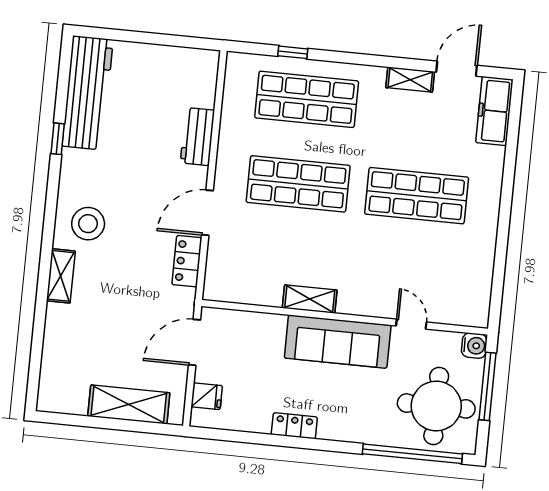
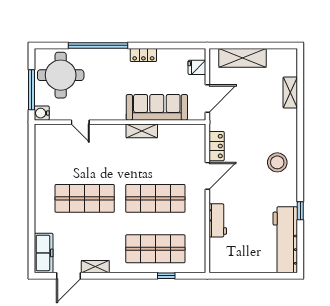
shelving: (61, 276) -> (290, 93), moved
sofa: (338, 342) -> (157, 107), moved
window: (412, 454) -> (98, 45), moved

